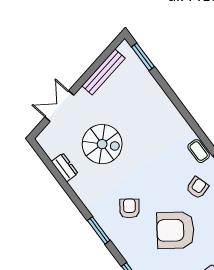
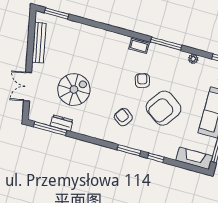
window: (49, 164) -> (50, 129), added
armchair: (197, 188) -> (142, 81), moved
window: (99, 230) -> (129, 150), moved

